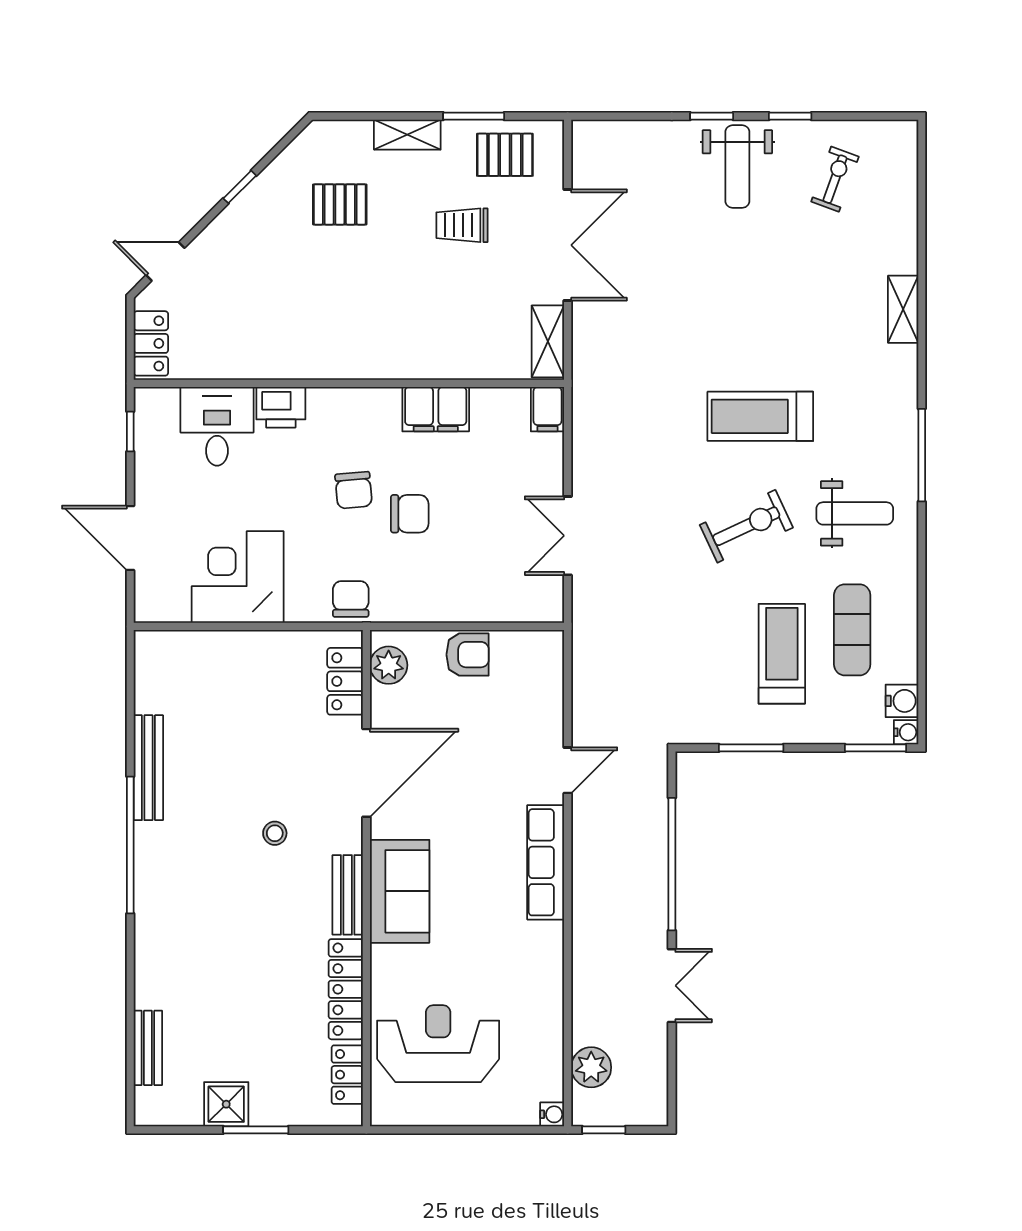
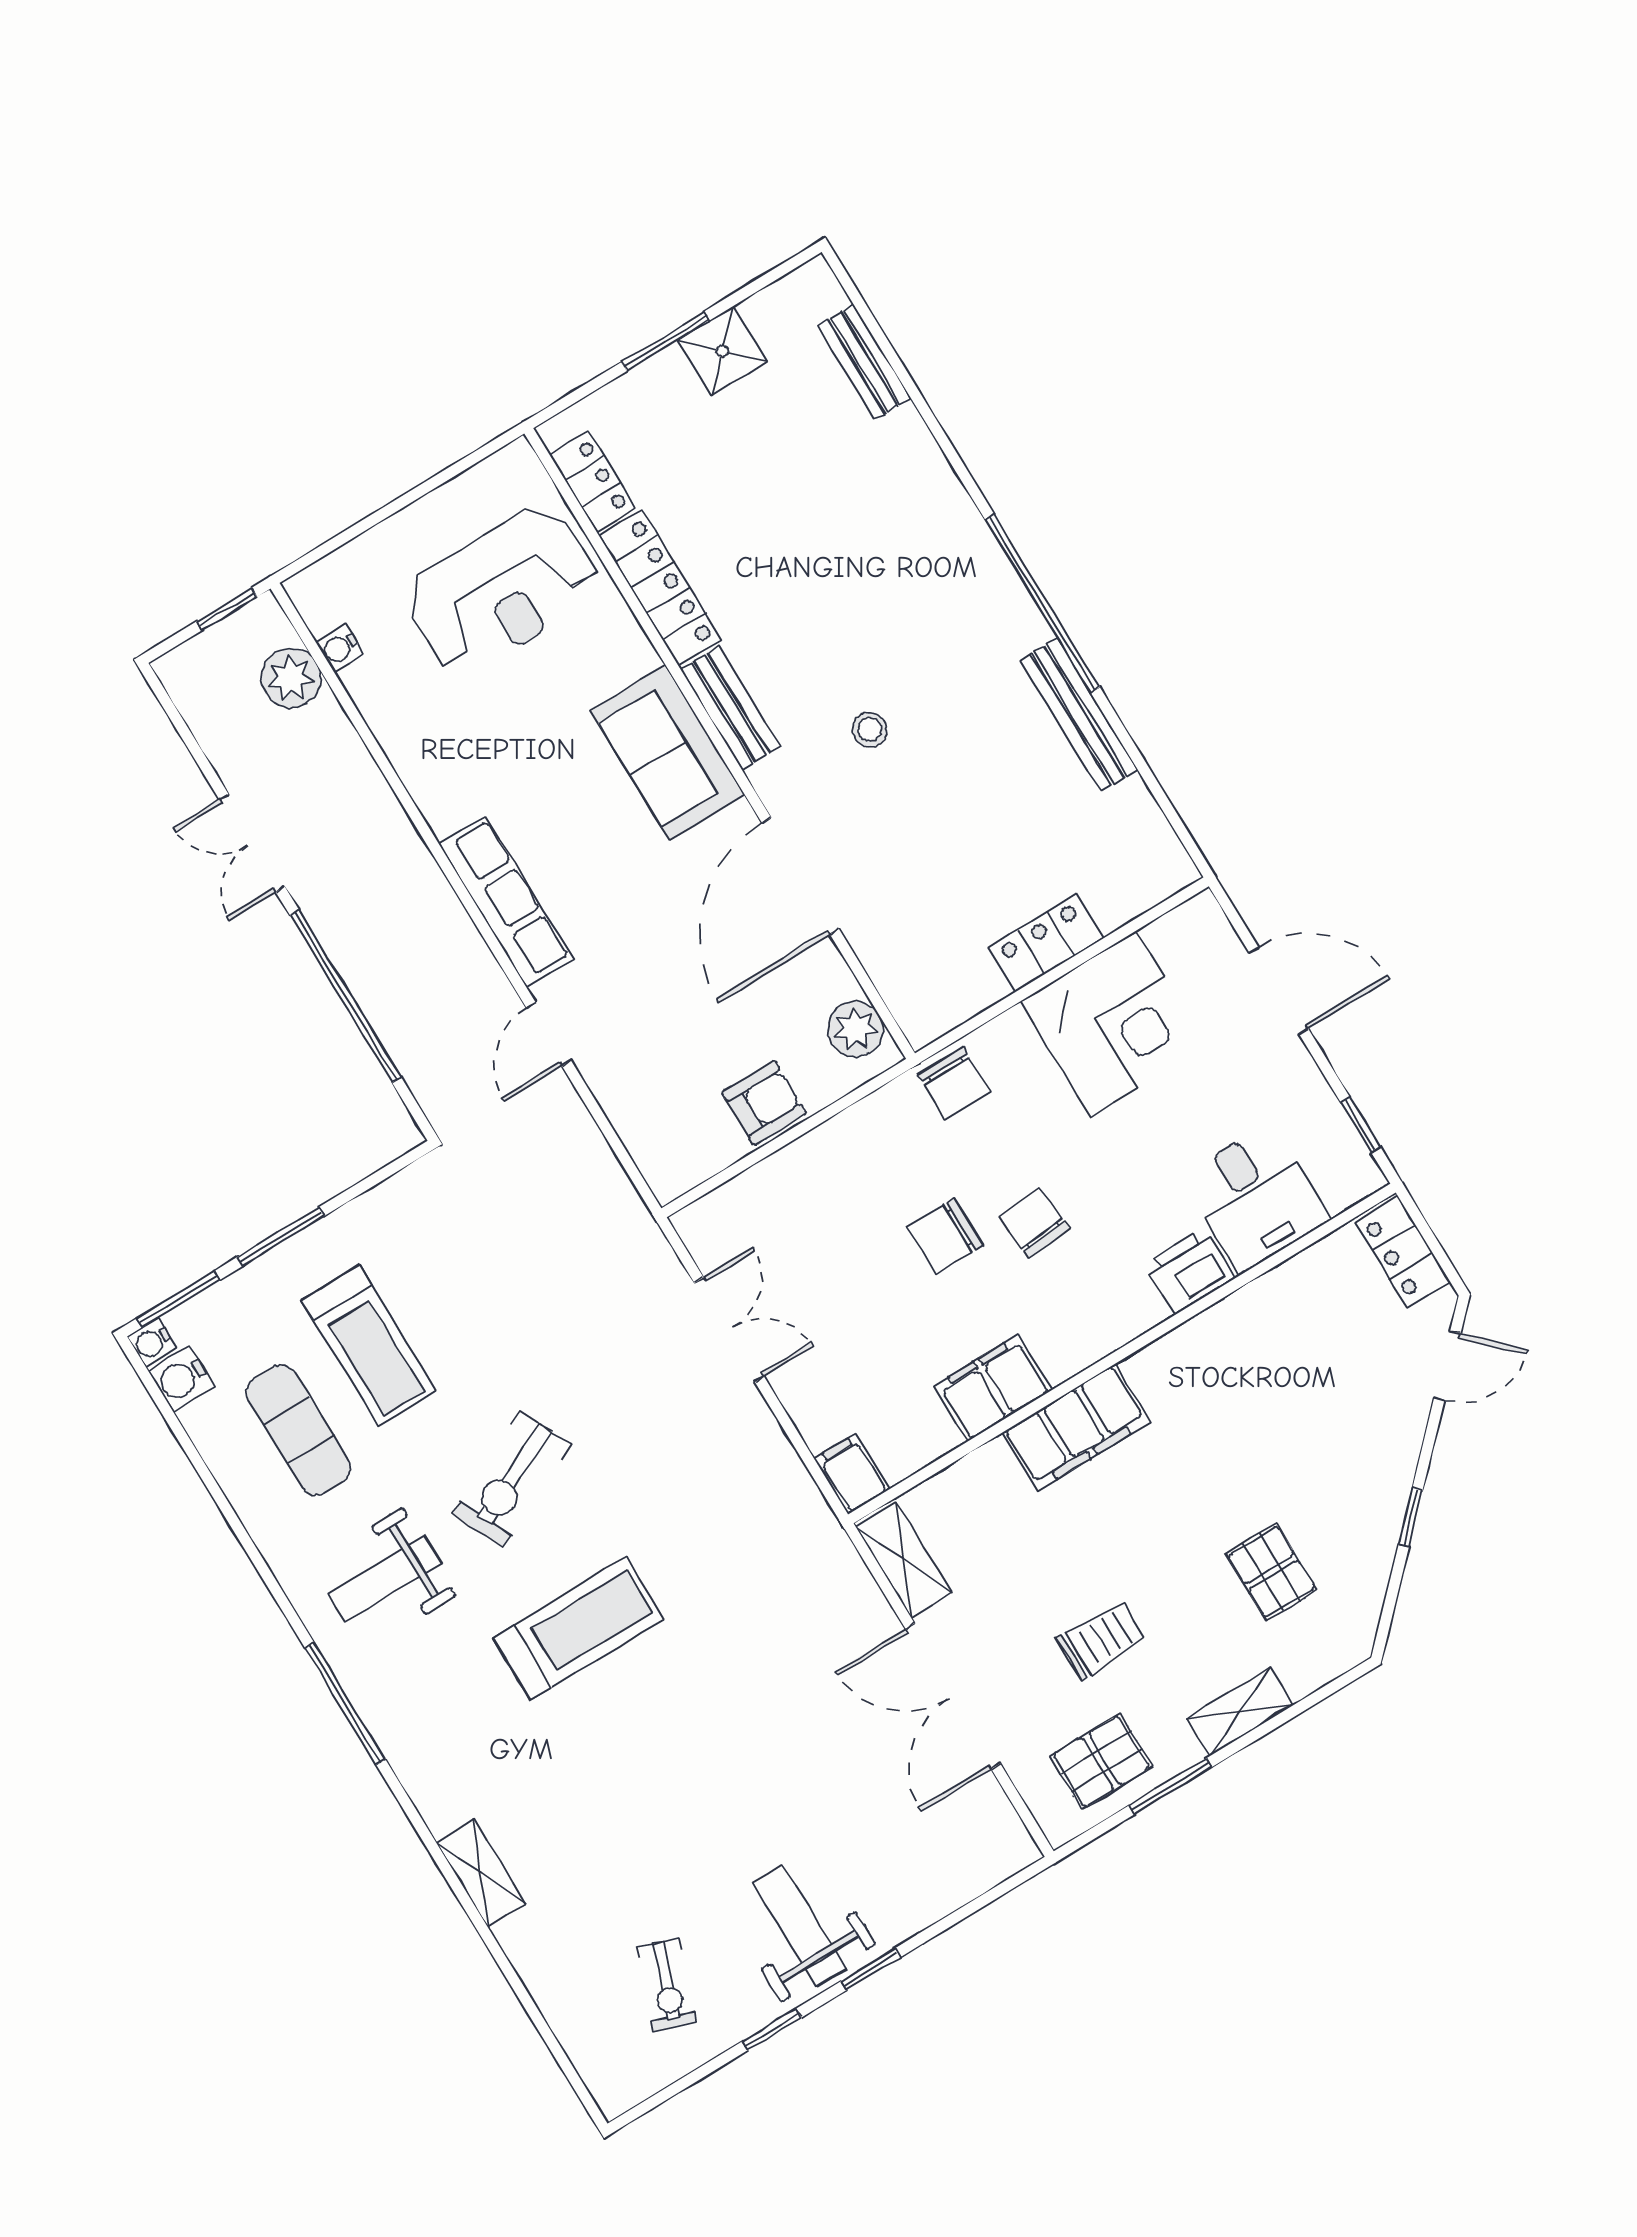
pallet: (340, 204) -> (1271, 1572), turned 90
filing cabinet: (401, 357) -> (1076, 1427), added
armchair: (467, 655) -> (764, 1103), turned 180
locker: (345, 681) -> (1046, 943), moved, turned -90
window: (751, 748) -> (281, 1237), moved
water cooler: (552, 1114) -> (340, 648), moved

